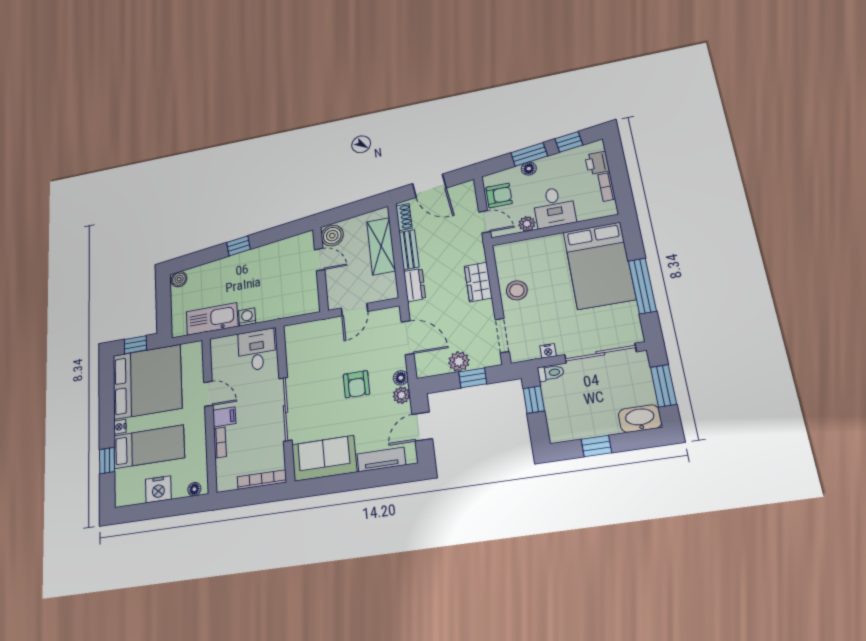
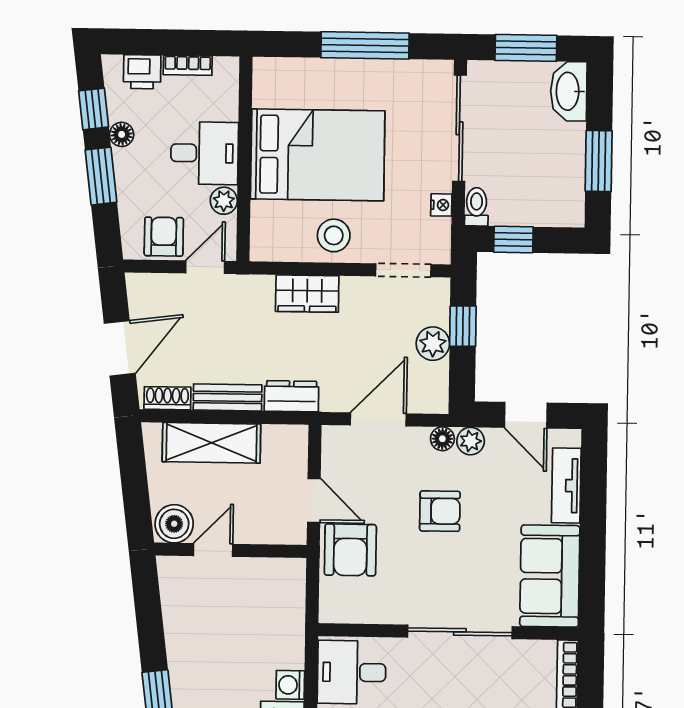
floor lamp: (529, 169) -> (122, 134), moved
bed: (599, 265) -> (318, 155), moved
armchair: (328, 336) -> (350, 550), added
window: (596, 446) -> (599, 161), width x1.50

